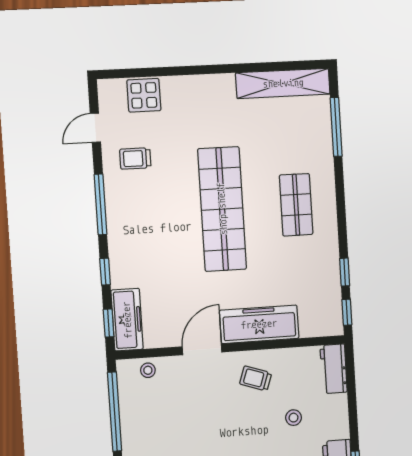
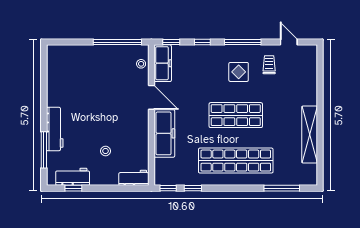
shelving: (283, 83) -> (310, 135), moved
display table: (144, 95) -> (239, 72), moved
shop shelf: (296, 205) -> (236, 161), width x2.00, depth x1.36
shop shelf: (222, 209) -> (236, 115), width x0.71
freezer: (127, 320) -> (163, 63), moved, turned -90
trolley: (256, 378) -> (131, 129), removed

